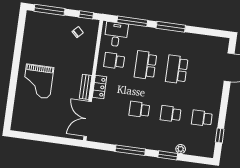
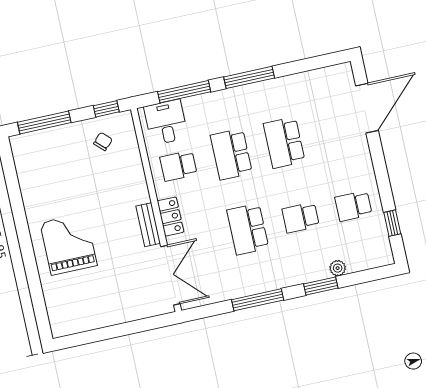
grand piano: (38, 81) -> (69, 244), turned 180
school desk: (139, 109) -> (248, 229), width x1.85
double door: (88, 119) -> (170, 275), swing flipped

